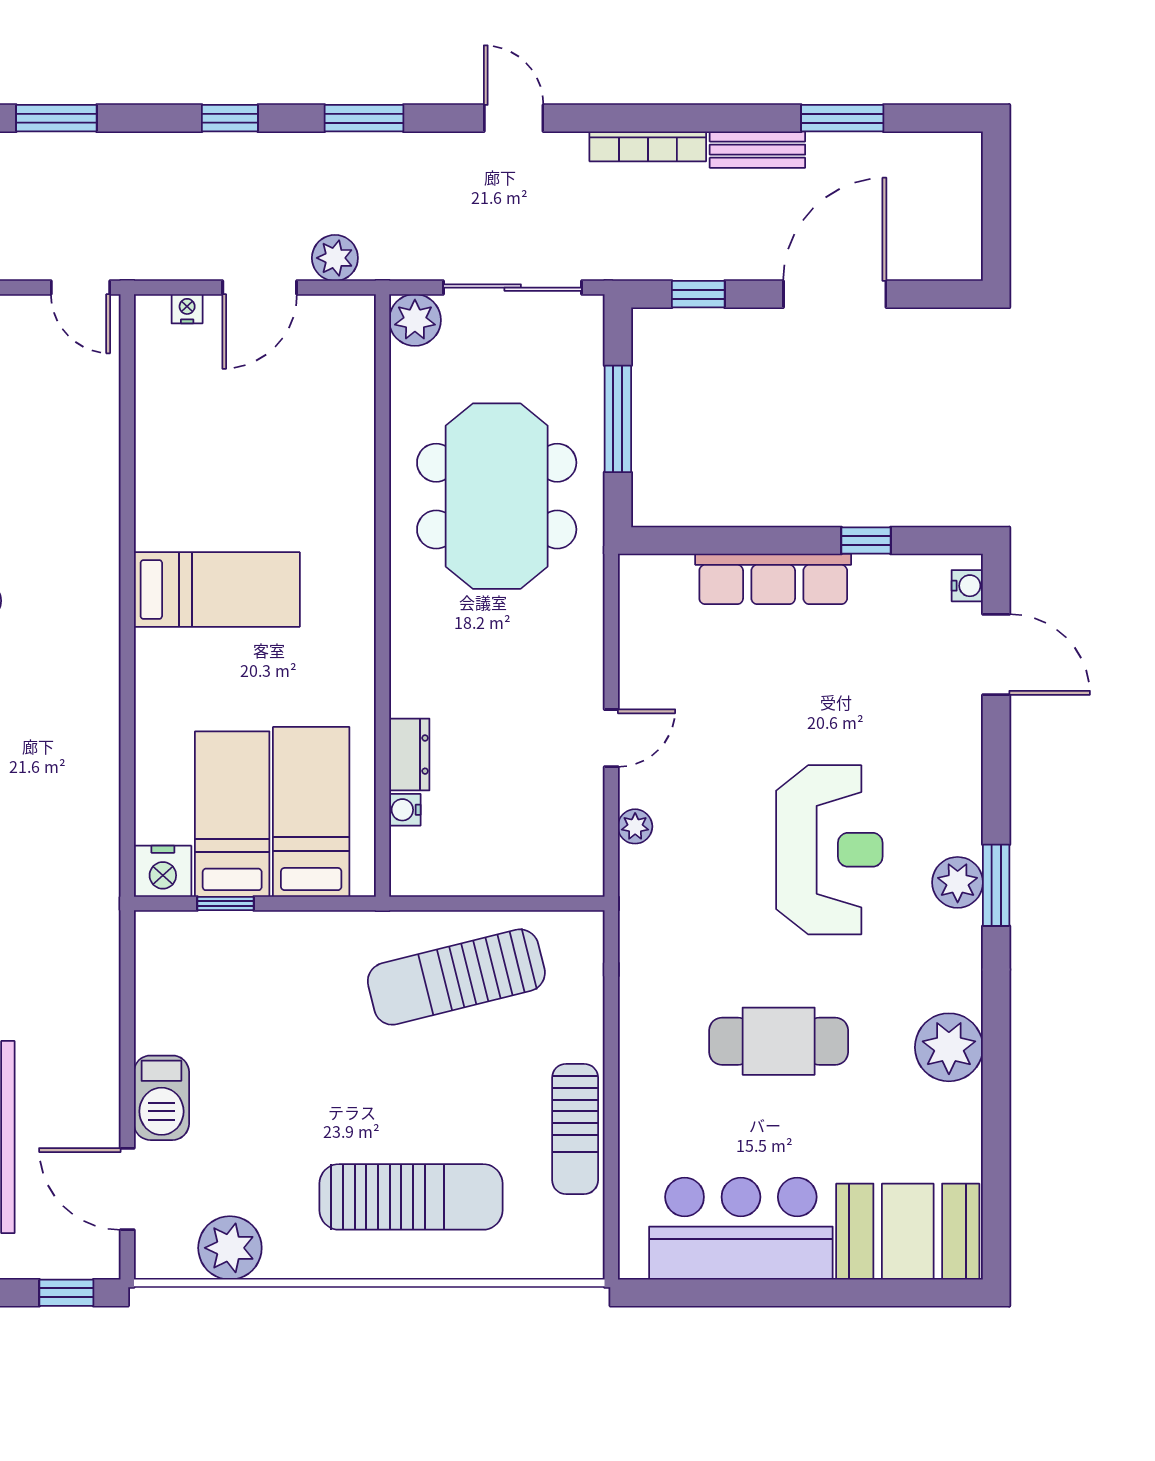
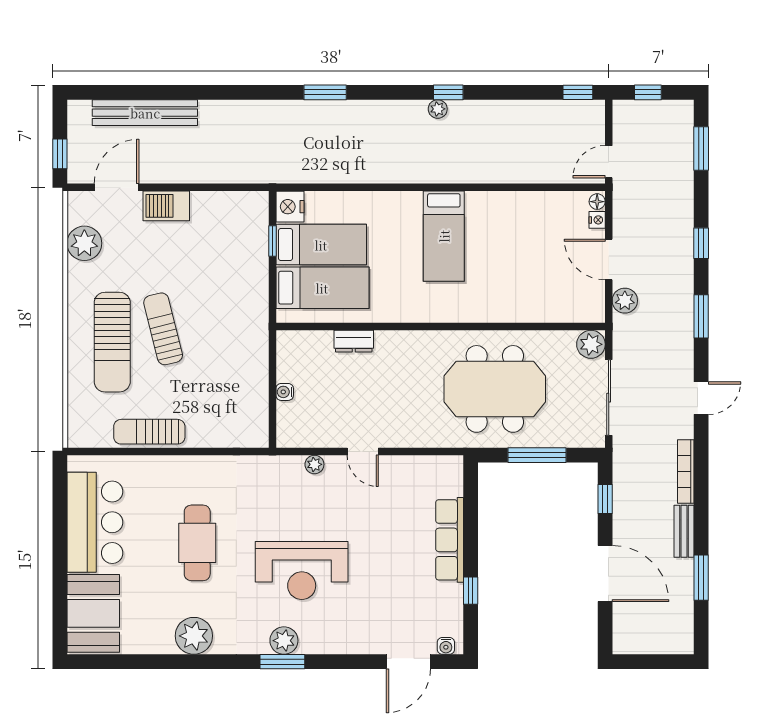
floor lamp: (154, 309) -> (597, 202), added
water cooler: (405, 810) -> (285, 392), moved, turned -90
sun lounger: (456, 977) -> (163, 329), moved, width x0.73, depth x0.75

